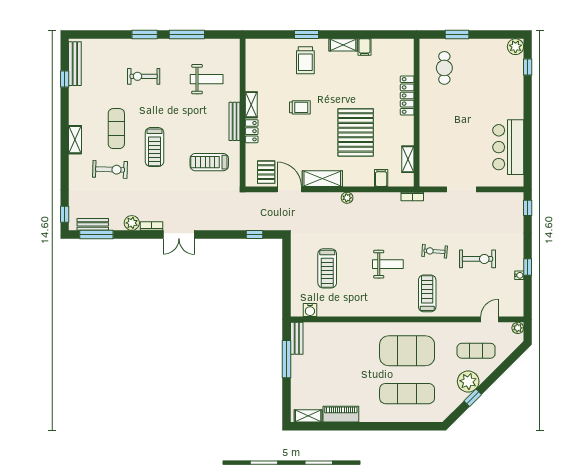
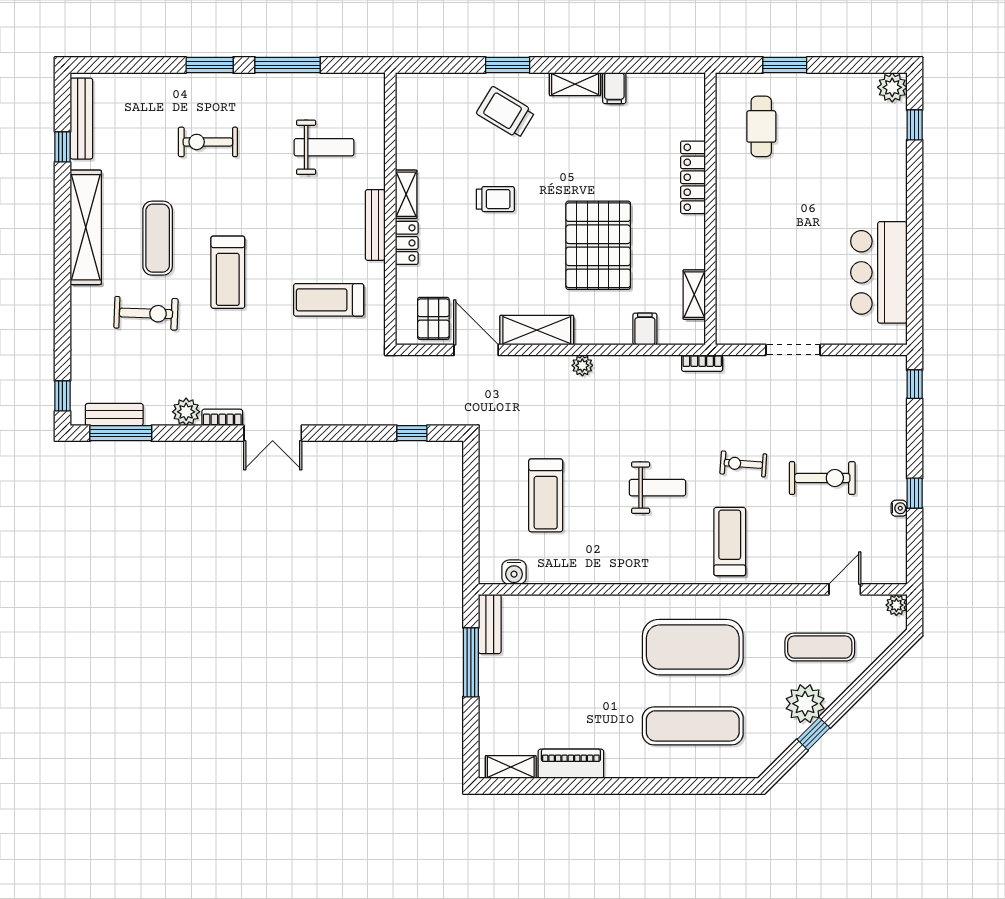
trolley: (305, 60) -> (506, 112), turned 121
shelving: (75, 140) -> (86, 227), width x2.20, depth x1.33

